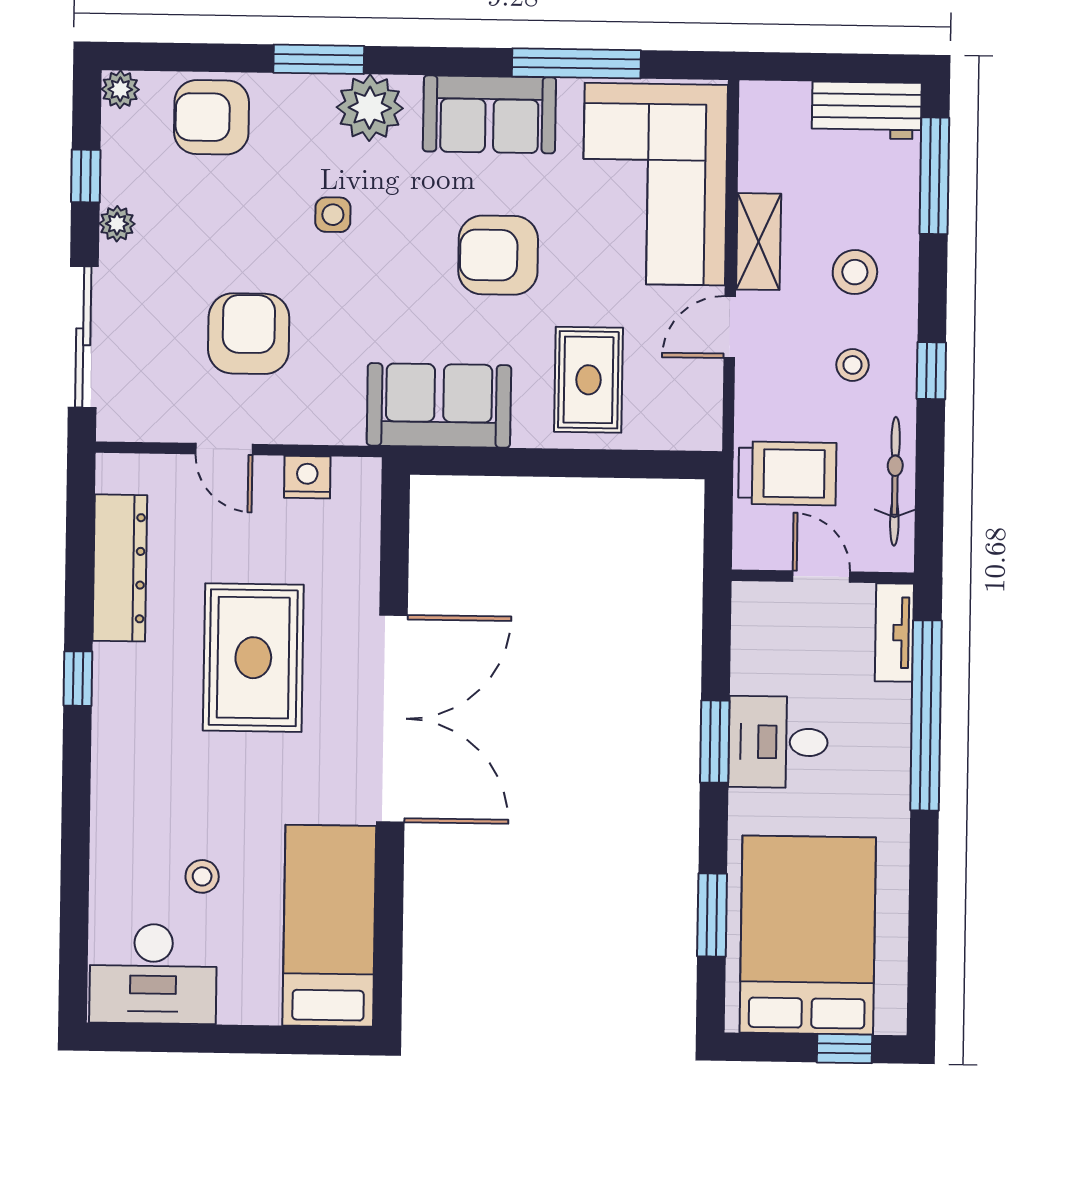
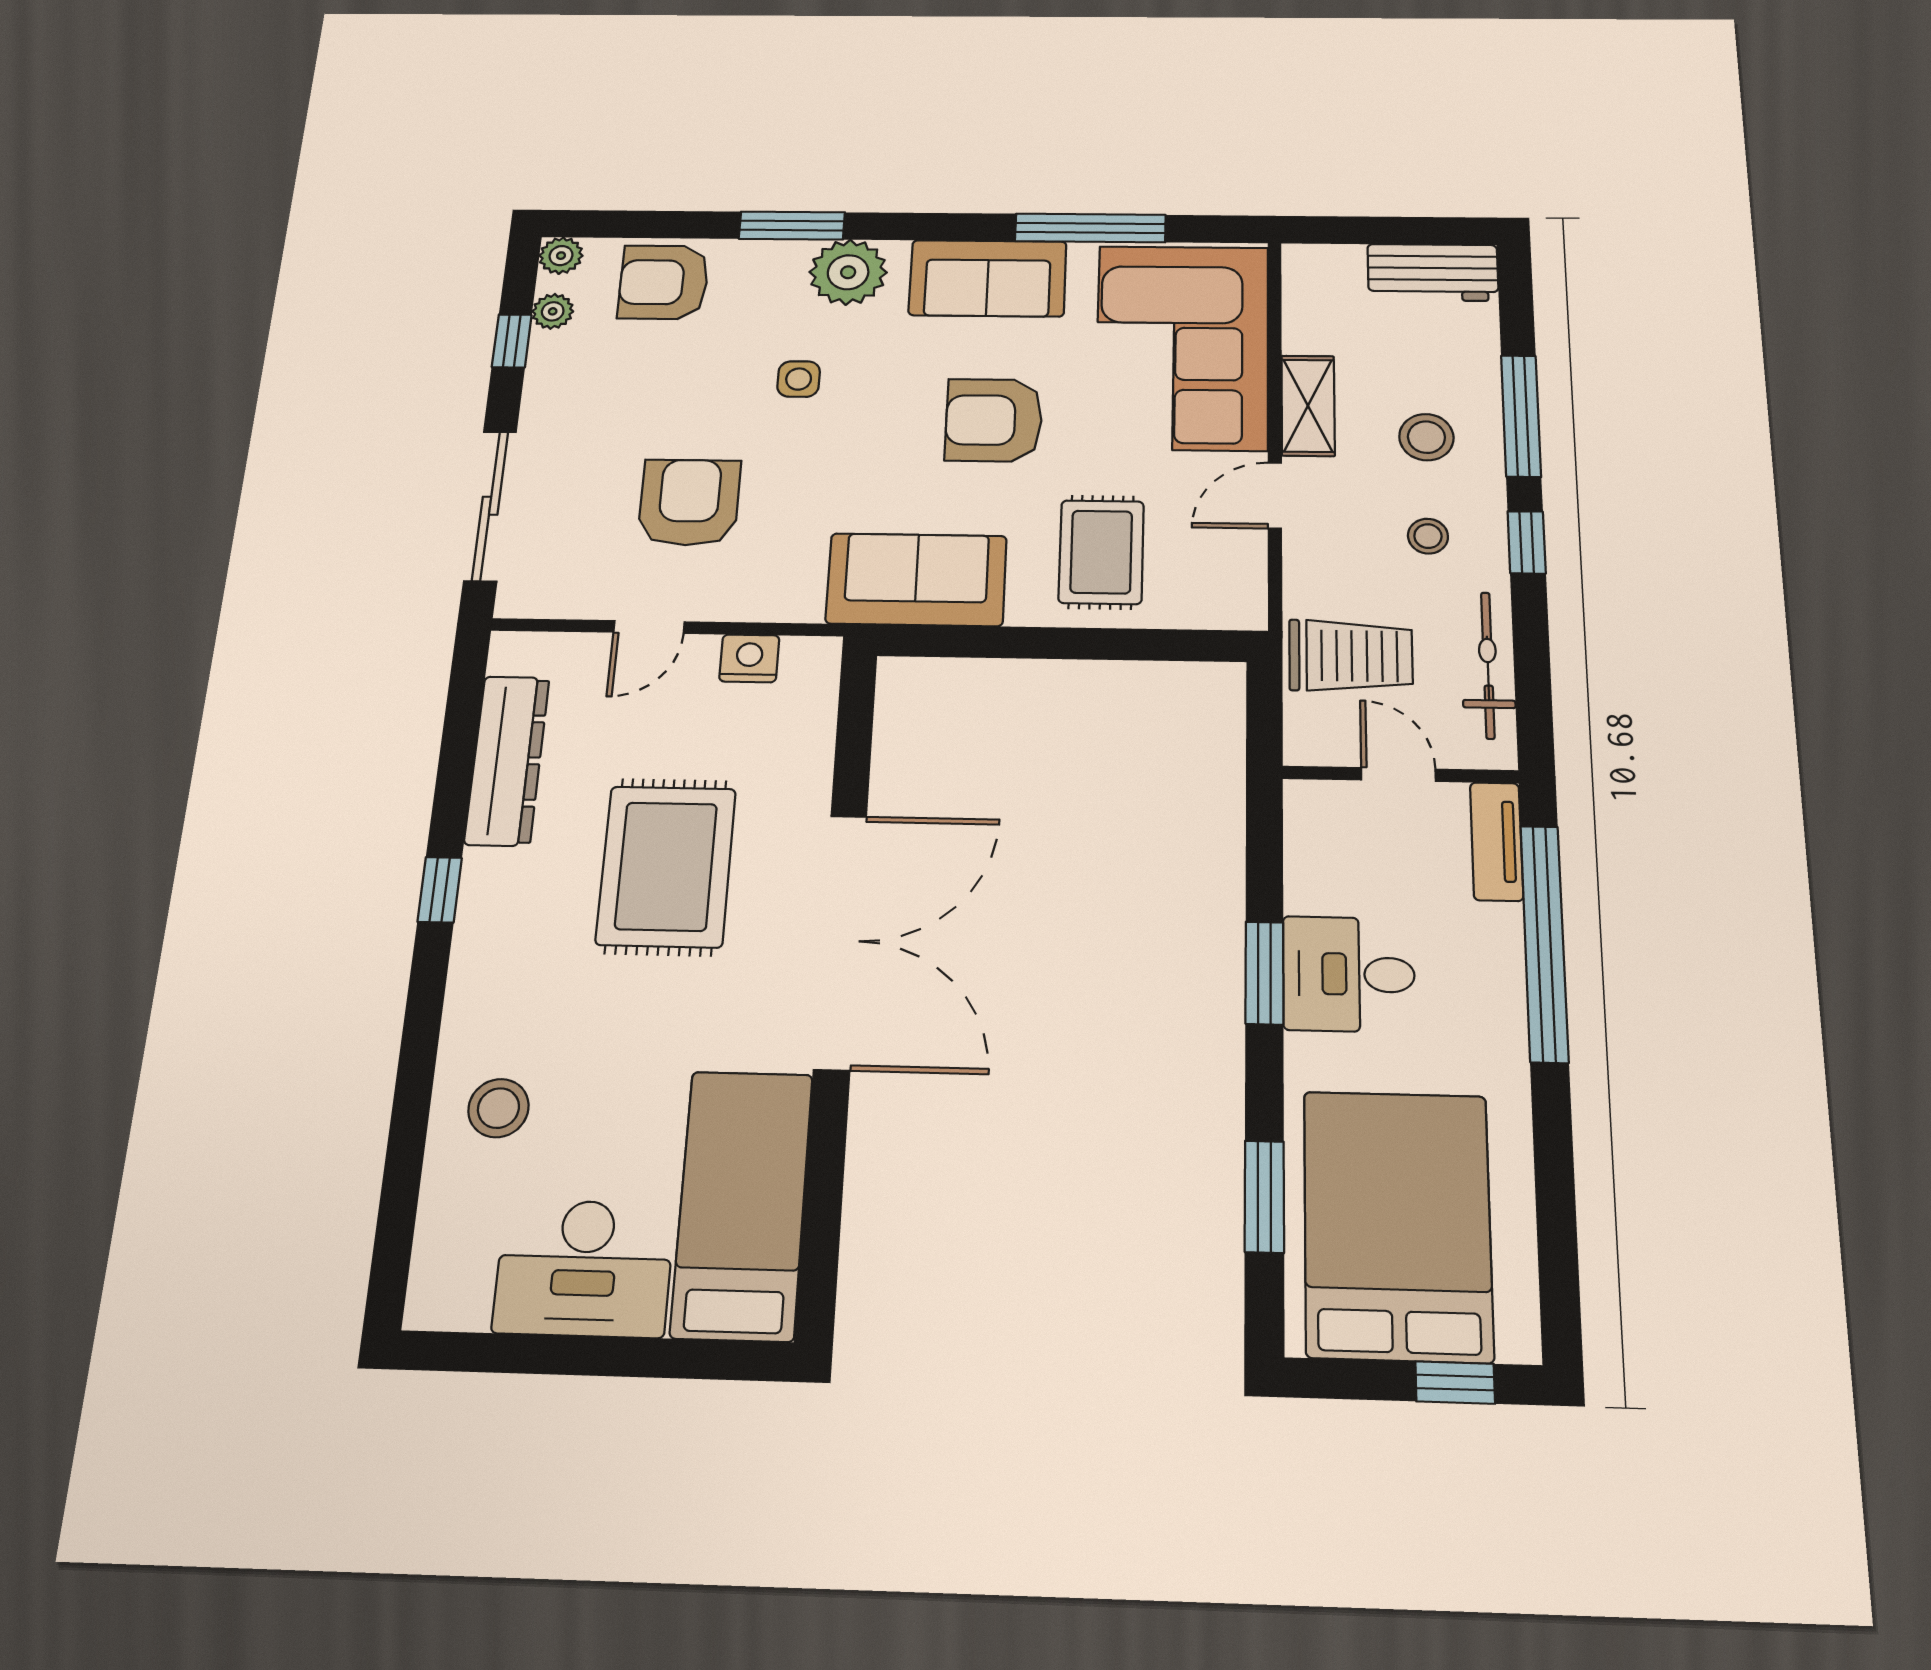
window: (934, 176) -> (1521, 416), moved
plant: (117, 224) -> (553, 311), moved
door: (224, 449) -> (649, 627), hinge flipped
stool: (202, 876) -> (498, 1108), moved, width x1.37, depth x1.37
desk: (153, 974) -> (584, 1268), moved

